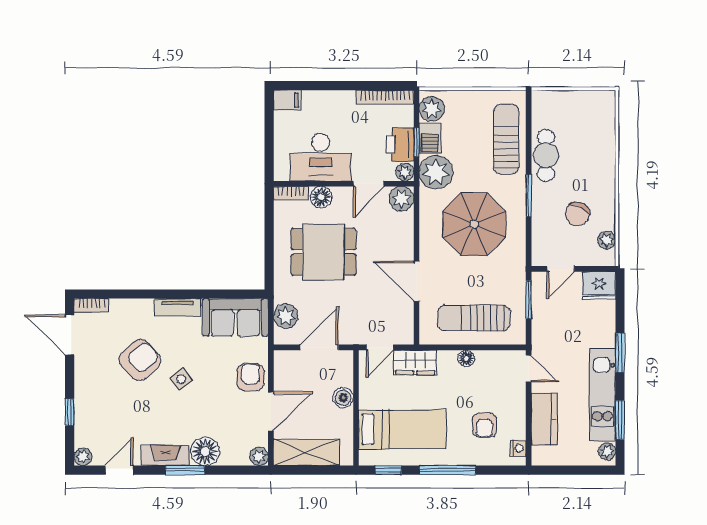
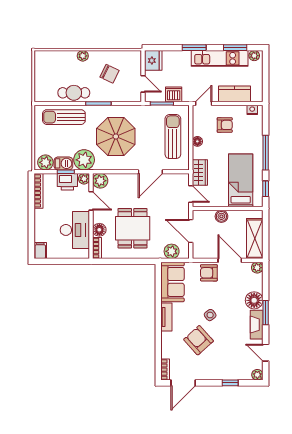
plant: (607, 240) -> (83, 56), moved
sun lounger: (474, 318) -> (173, 137), turned 180
dishwasher: (544, 319) -> (174, 94), added
armchair: (484, 425) -> (225, 125), moved

